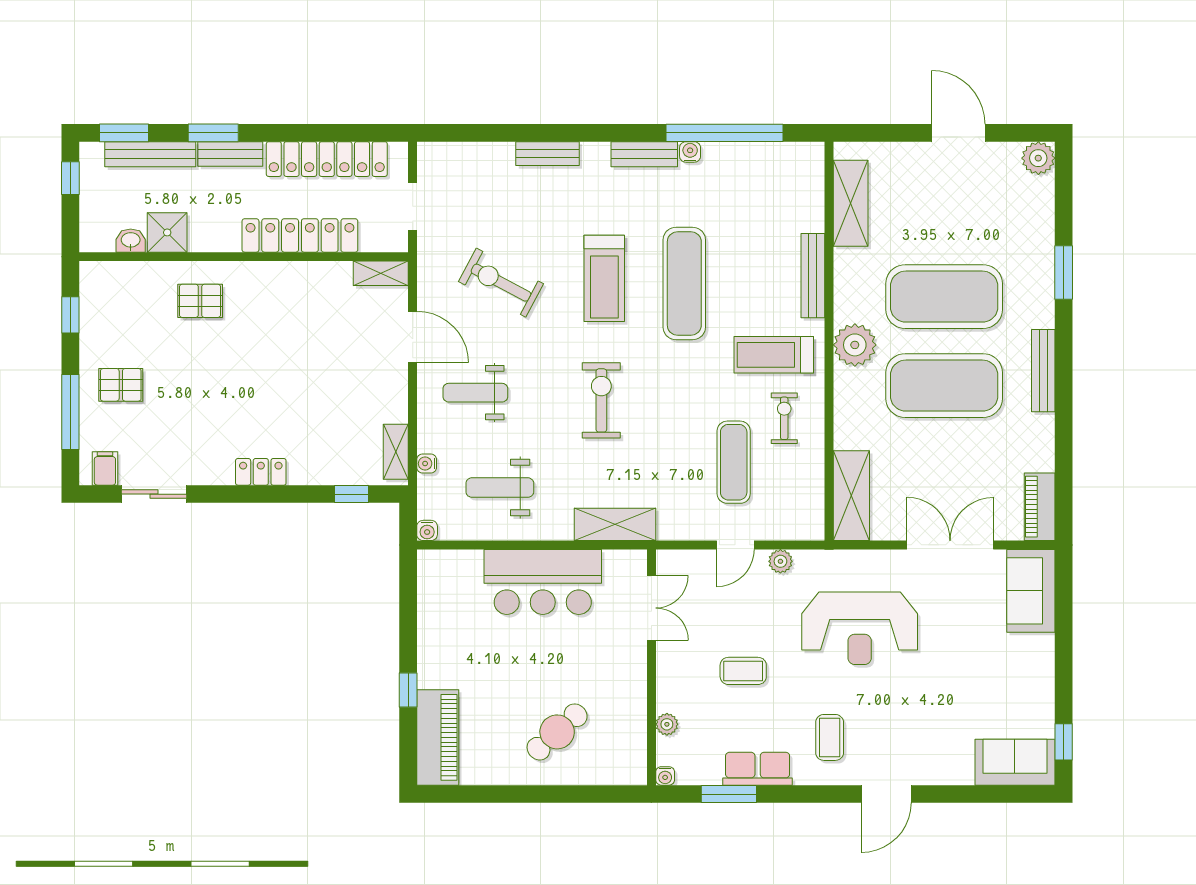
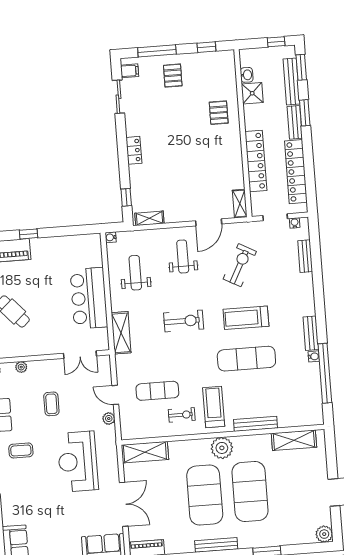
bench: (547, 154) -> (305, 256), moved
water cooler: (427, 464) -> (295, 223), moved

